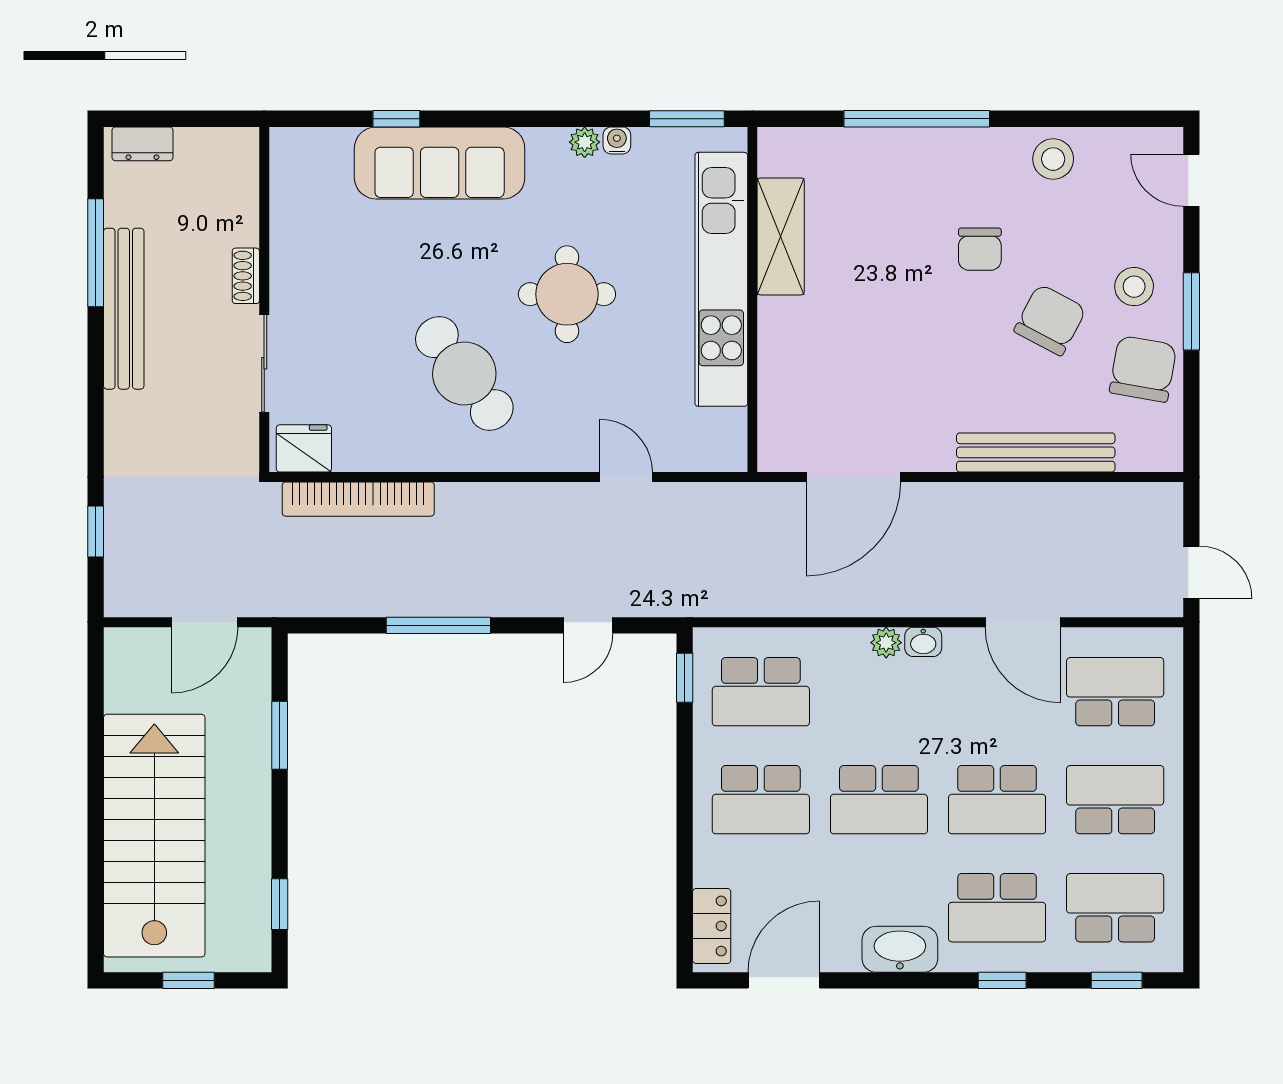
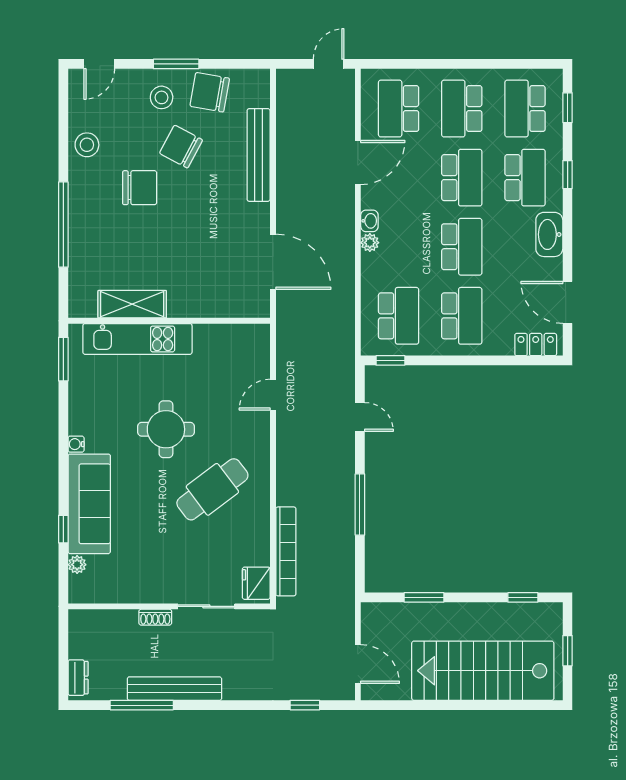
water cooler: (617, 140) -> (76, 444), moved
plant: (585, 142) -> (77, 565), moved
chair: (980, 249) -> (140, 188), width x1.37, depth x1.37
kitchen unit: (721, 279) -> (137, 339), width x0.73
door: (205, 622) -> (358, 664), moved

